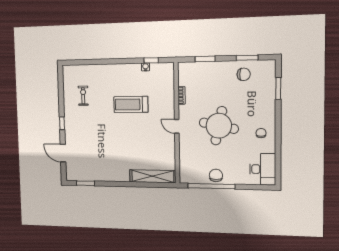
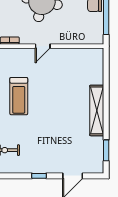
shelving: (153, 176) -> (97, 110), moved

